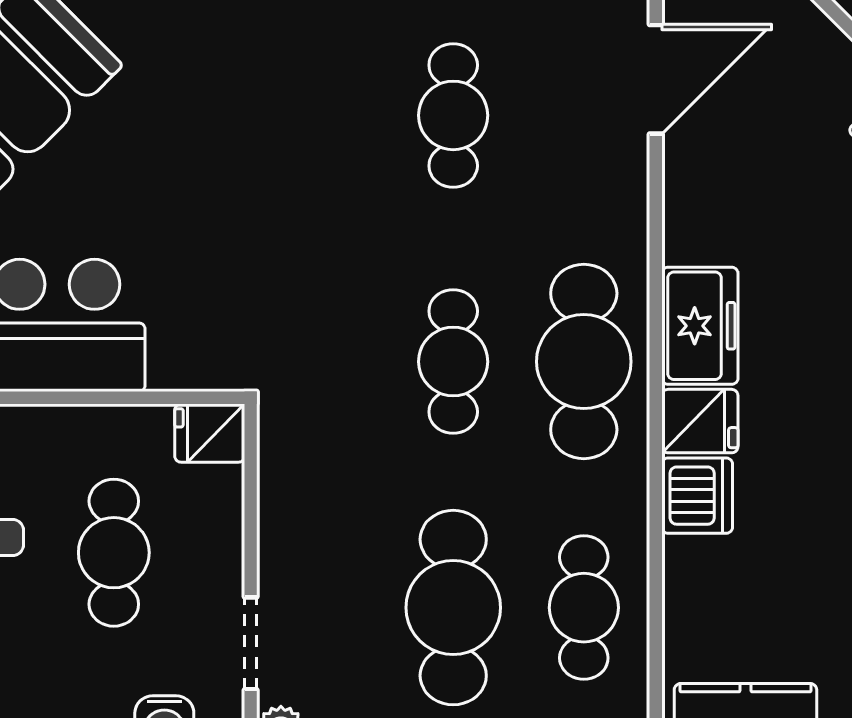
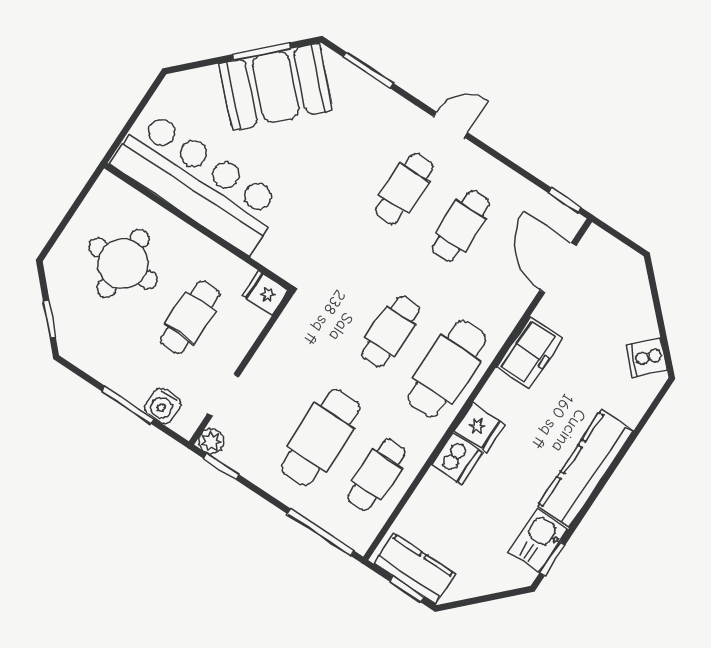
door: (656, 79) -> (558, 268), swing flipped
cafe table: (323, 115) -> (404, 189), added
freezer: (700, 326) -> (529, 352), moved

